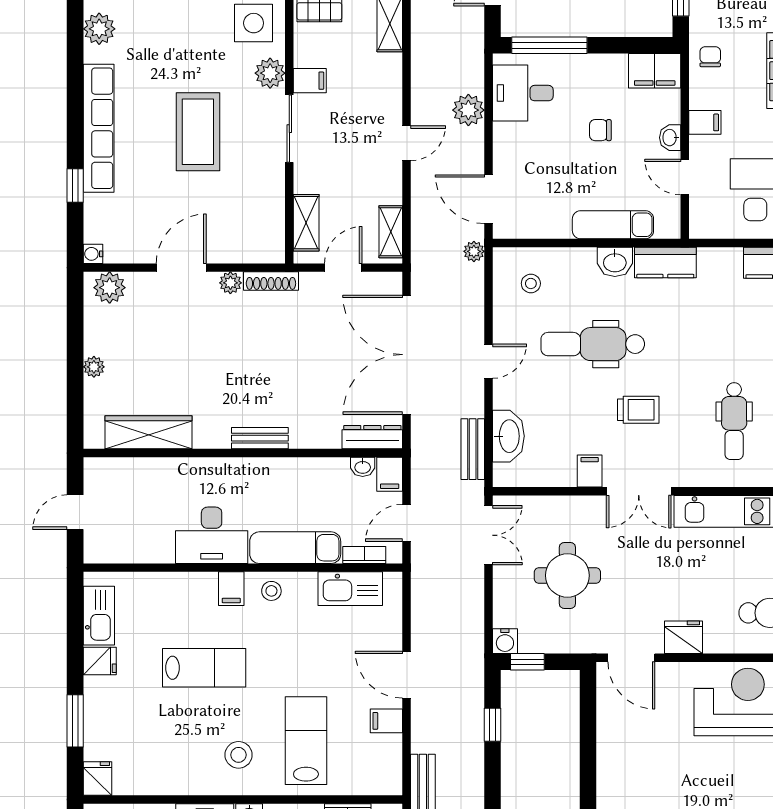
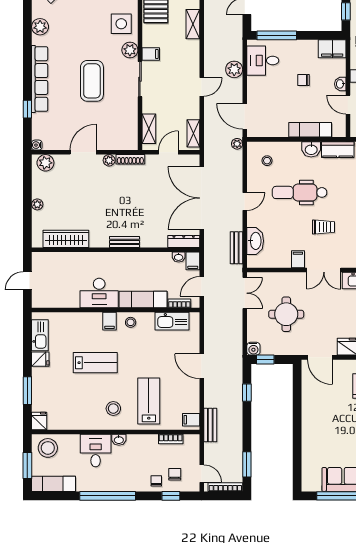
filing cabinet: (386, 721) -> (191, 420), moved

